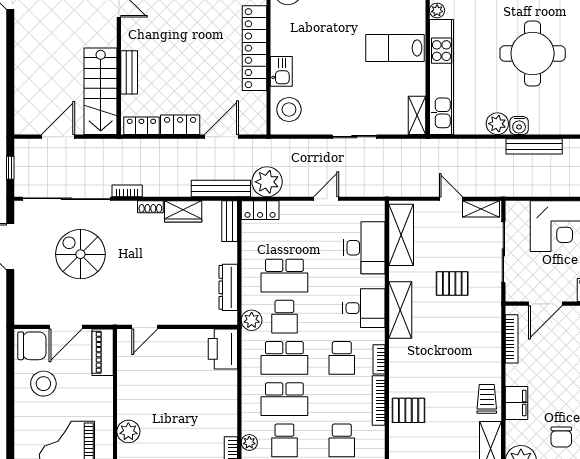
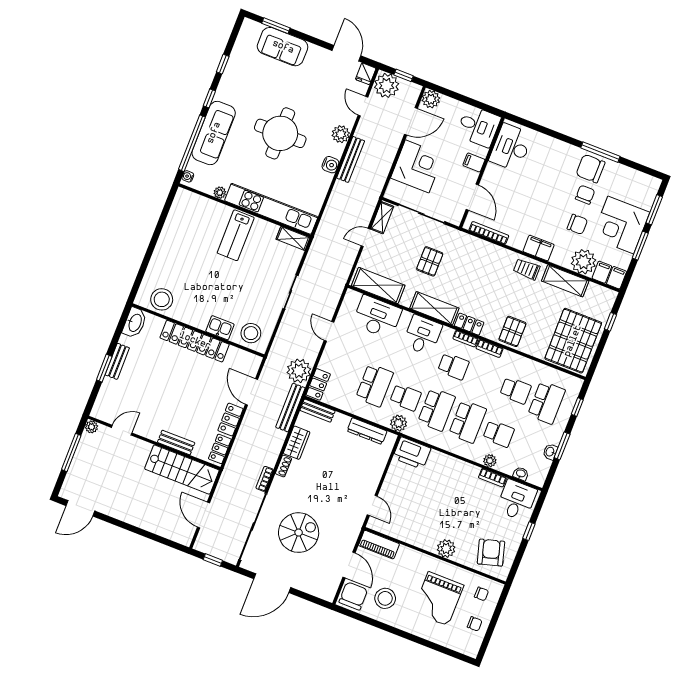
plant: (497, 124) -> (341, 134), moved
spiral stairs: (80, 254) -> (299, 533), turned 180
locker: (398, 357) -> (469, 324), added
bookcase: (379, 401) -> (490, 348), width x0.64

